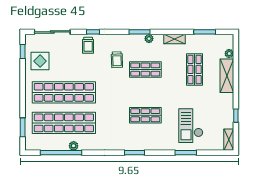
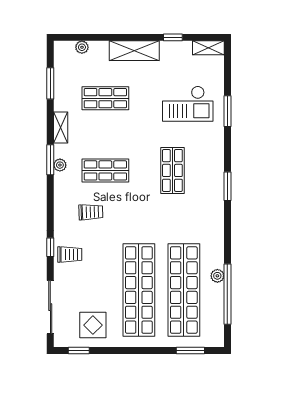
window: (140, 32) -> (50, 160), moved
shop shelf: (145, 69) -> (105, 170), turned 90
shelving: (227, 76) -> (134, 51), moved

